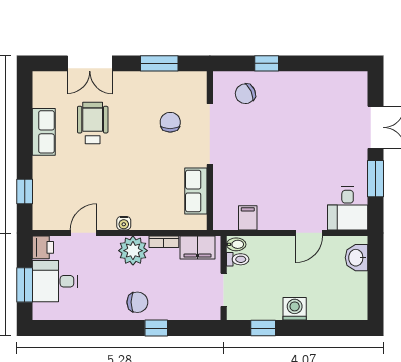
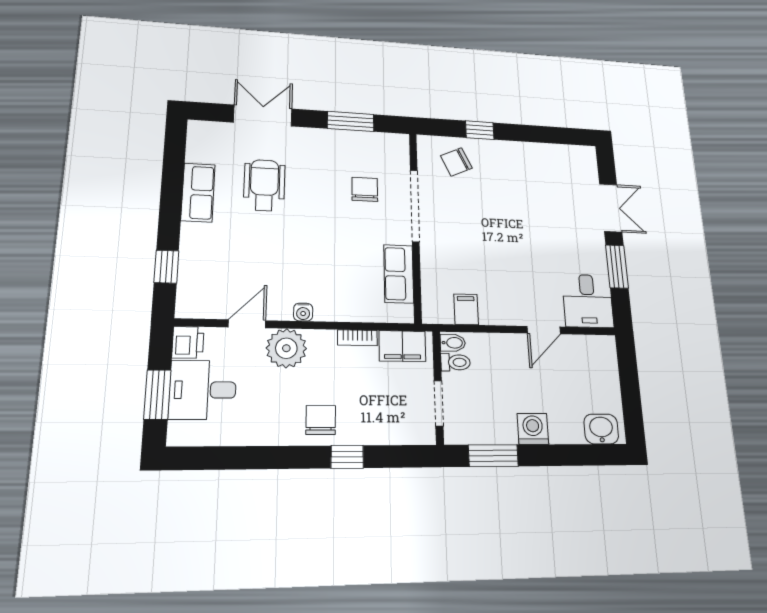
double door: (90, 63) -> (263, 116), swing flipped
plant: (133, 251) -> (286, 348), moved
washbasin: (356, 258) -> (601, 429), moved, turned 90
chair: (137, 302) -> (321, 420), turned -90
window: (263, 328) -> (493, 456), width x1.50

